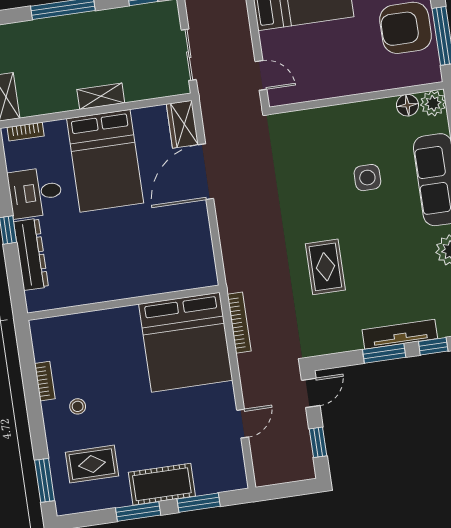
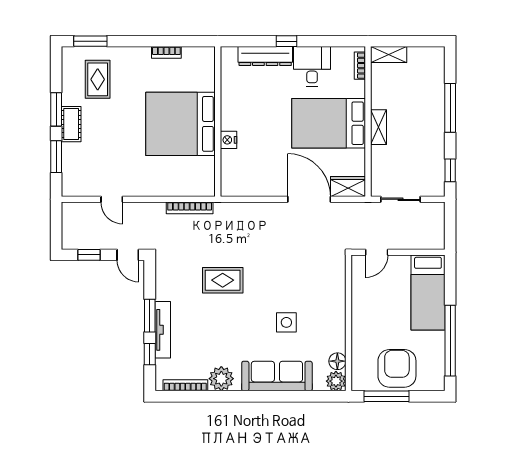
nightstand: (145, 286) -> (229, 140), added
bed: (186, 342) -> (181, 124), moved
stool: (78, 406) -> (143, 75), removed
cot: (162, 484) -> (71, 124), width x0.73, depth x0.75

